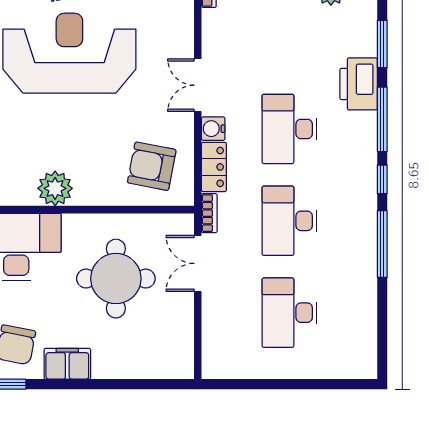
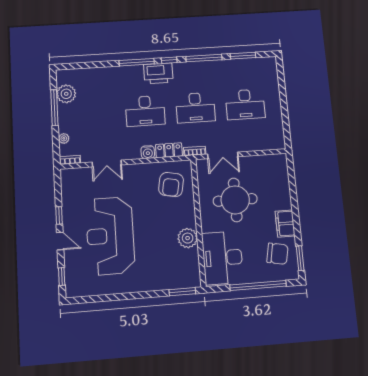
window: (382, 44) -> (243, 56), moved
printer: (359, 84) -> (158, 73), moved
double door: (198, 85) -> (107, 163), moved

